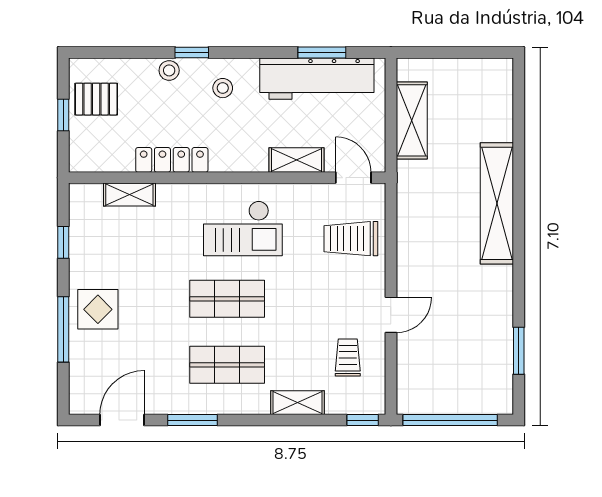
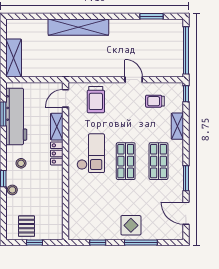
shelving: (412, 120) -> (14, 58), moved, turned 90
locker: (172, 160) -> (57, 153), moved, width x0.66
shelving: (129, 195) -> (74, 210), removed

